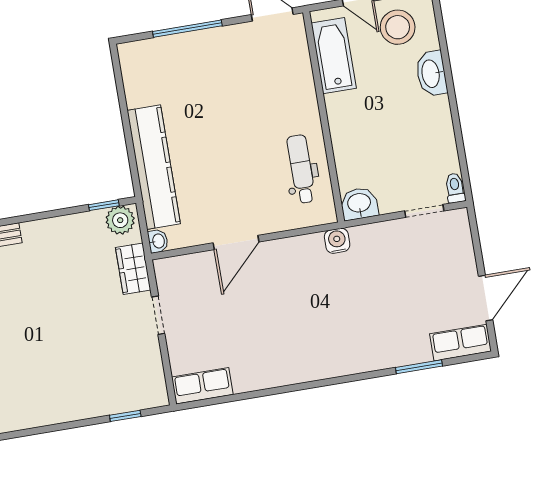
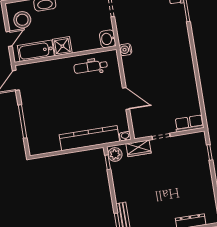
shower: (343, 110) -> (62, 46), added
row of seats: (202, 386) -> (189, 123), moved, turned 90

